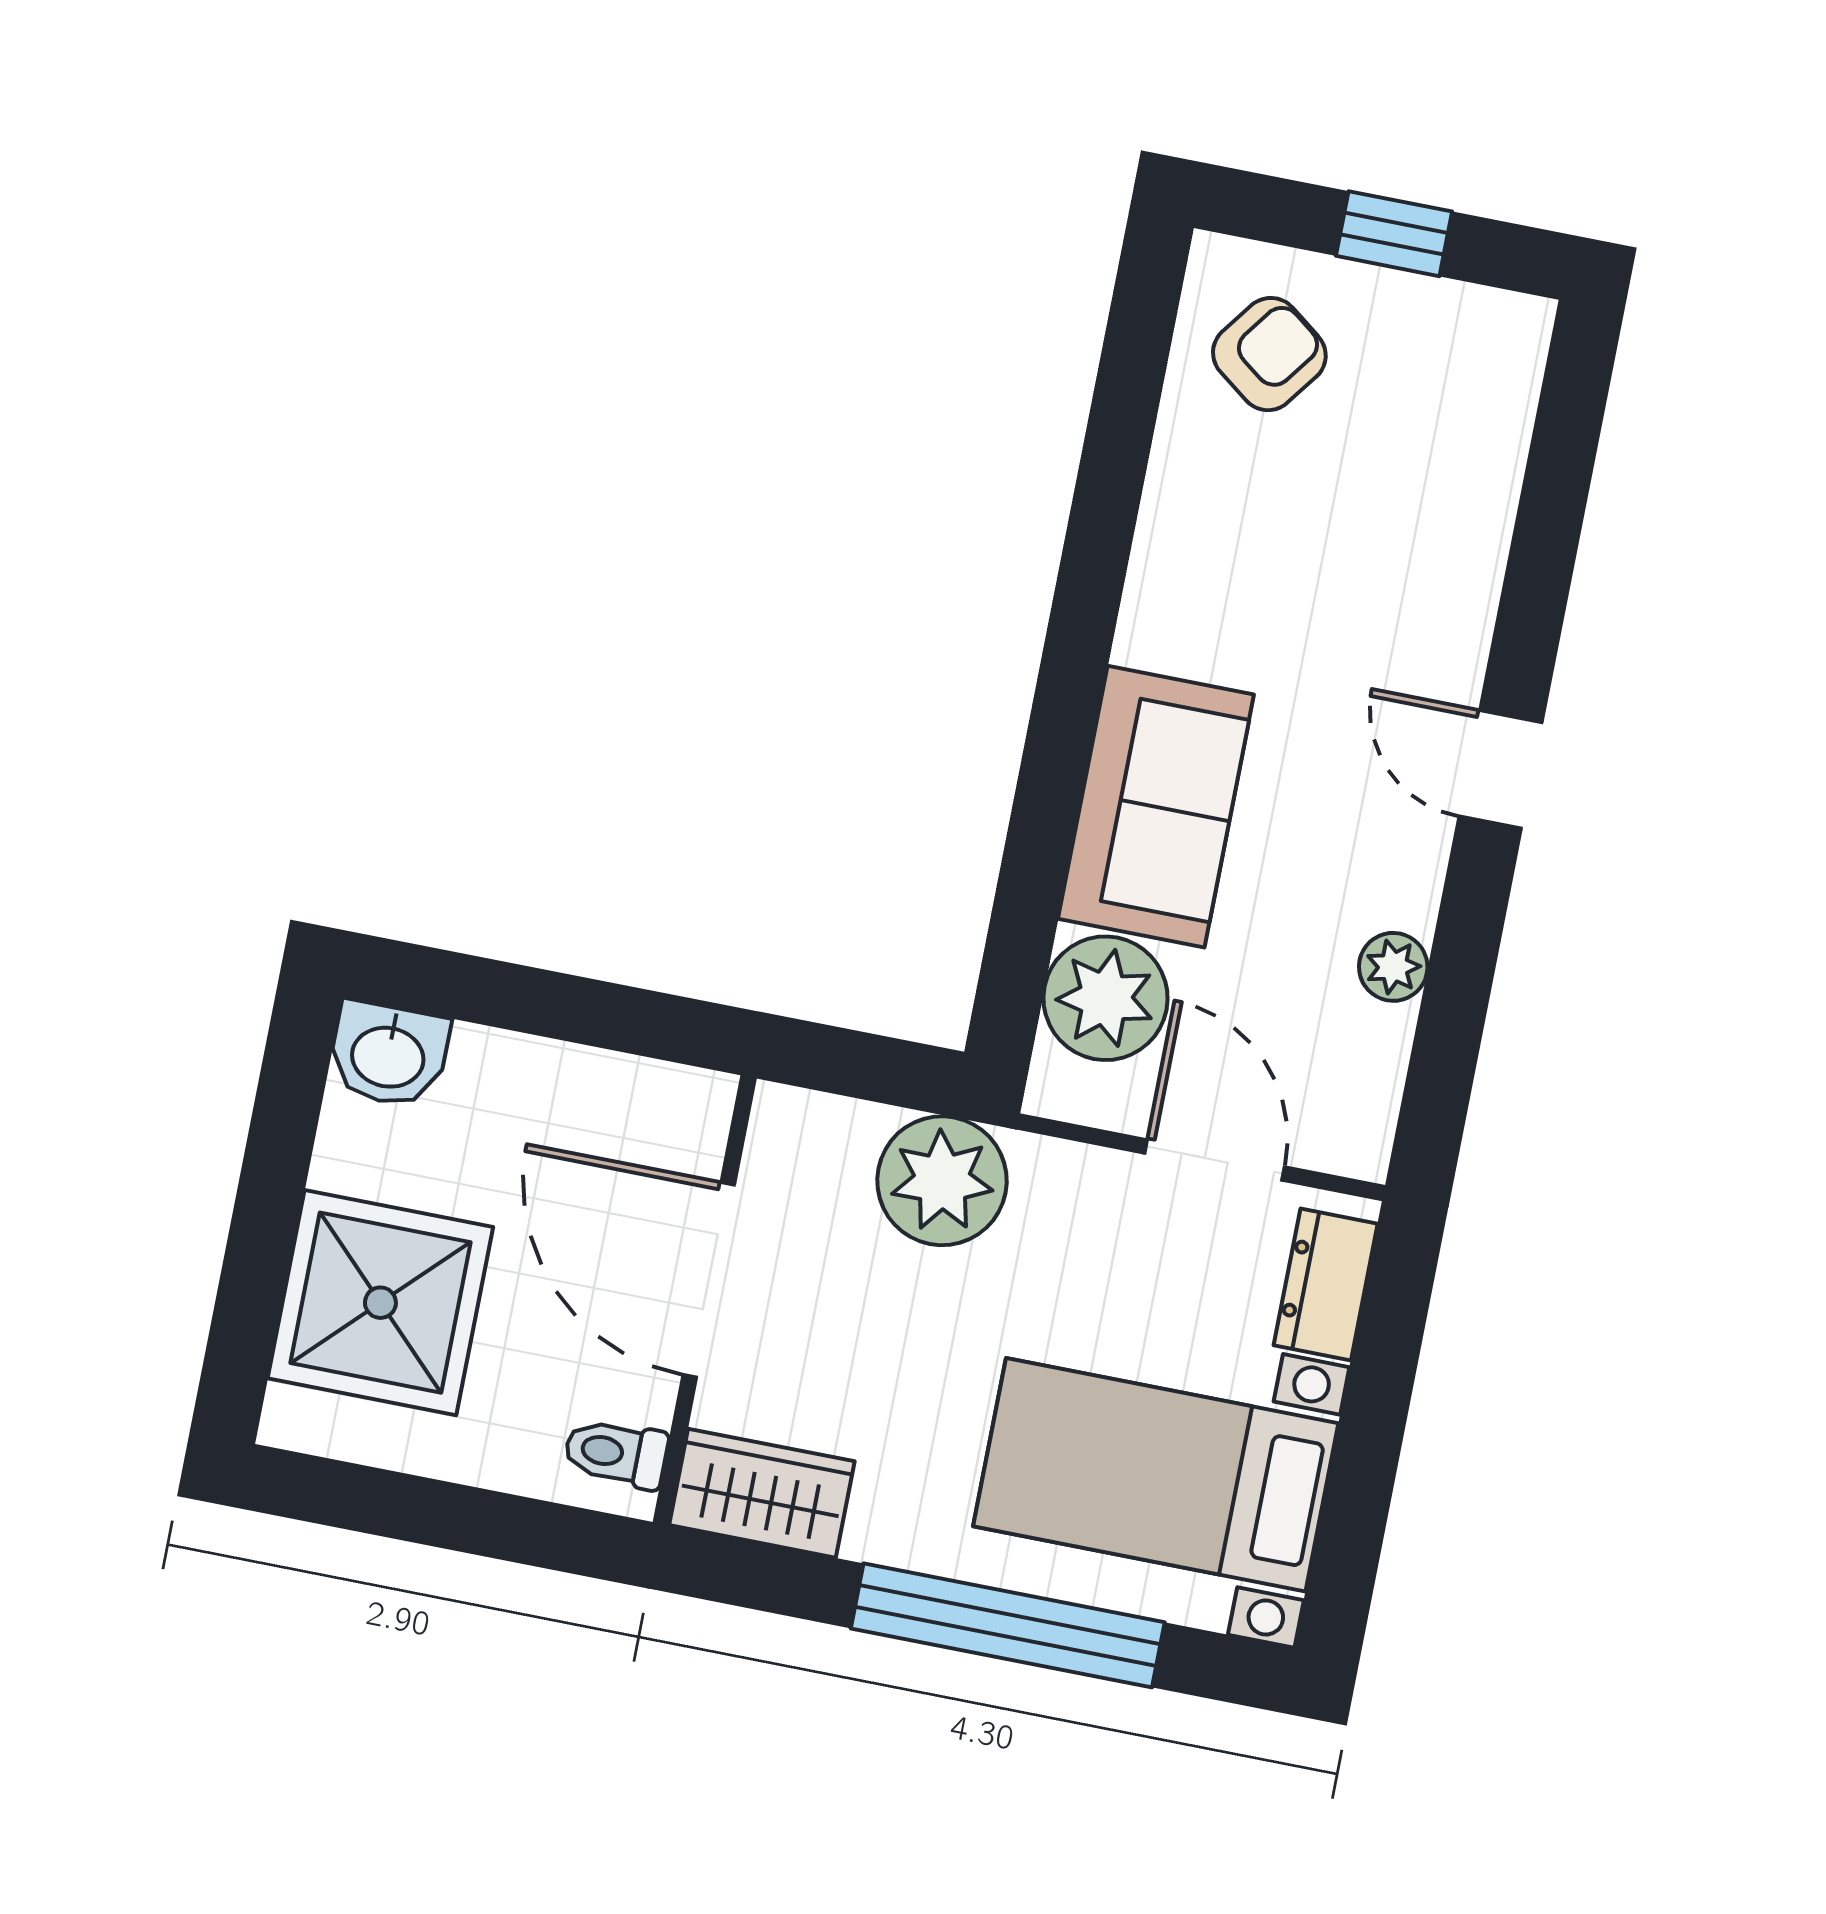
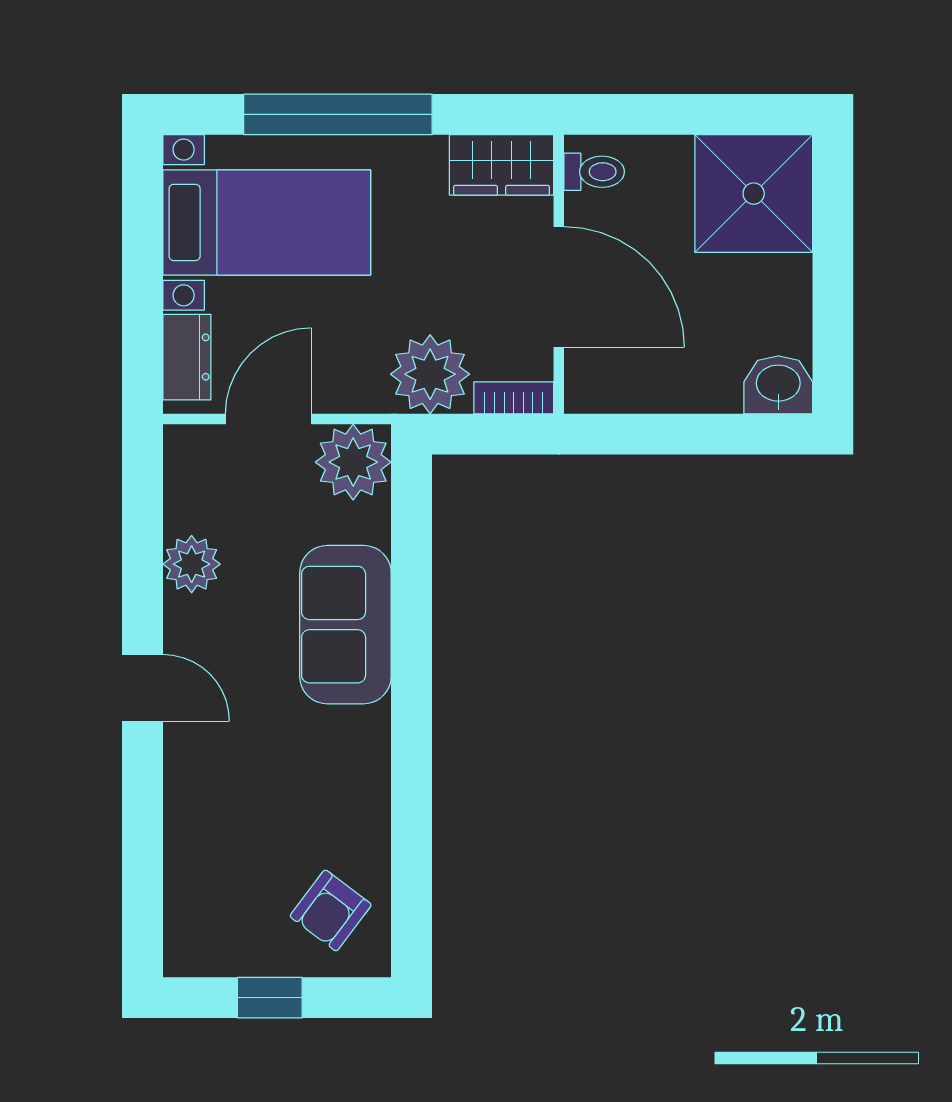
plant: (1393, 967) -> (192, 564), width x1.38, depth x1.38
plant: (1105, 998) -> (353, 462), moved
bookcase: (816, 1117) -> (514, 398), added
door: (1215, 1160) -> (268, 419), swing flipped
shower: (380, 1303) -> (754, 194), moved

